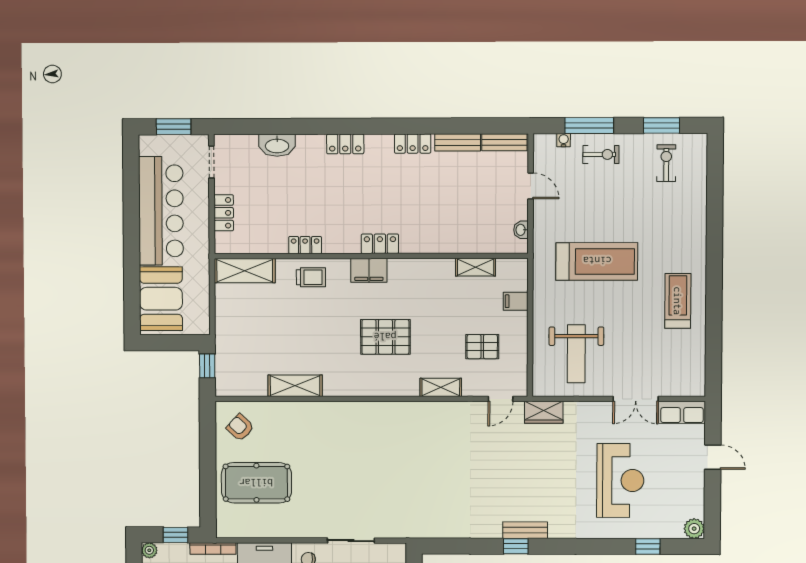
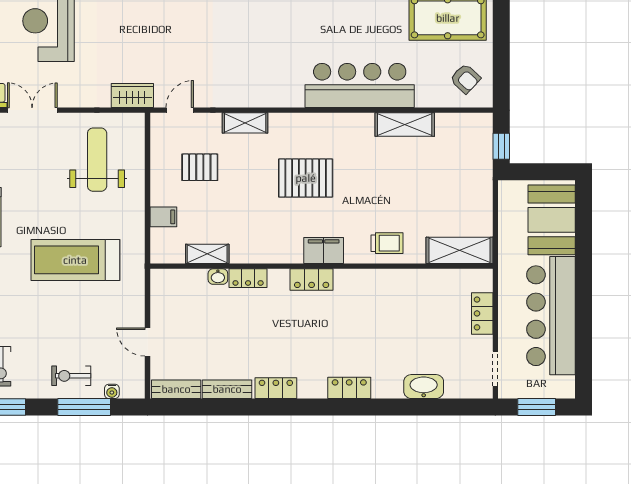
washbasin: (521, 230) -> (218, 277), moved, turned 90
locker: (305, 245) -> (248, 278), moved
trolley: (311, 277) -> (387, 243), turned 180
bar counter: (336, 421) -> (360, 85), added

